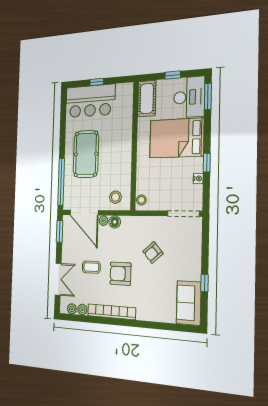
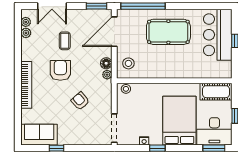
plant: (104, 221) -> (107, 75), moved
bookcase: (111, 312) -> (26, 85), moved

